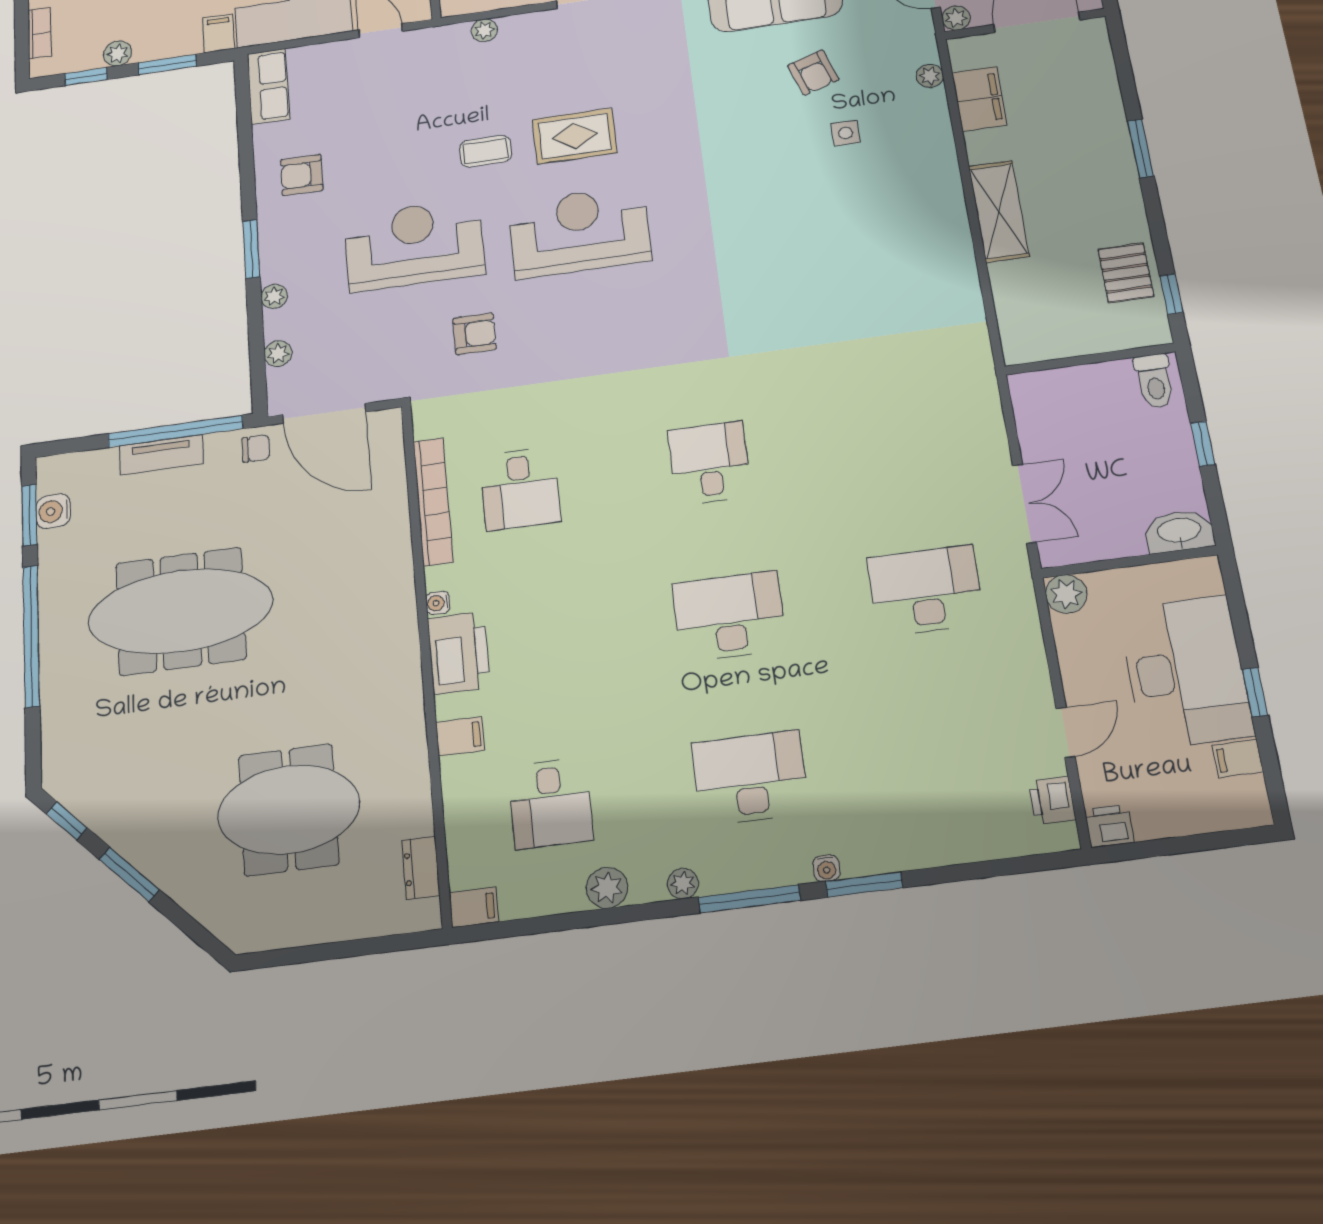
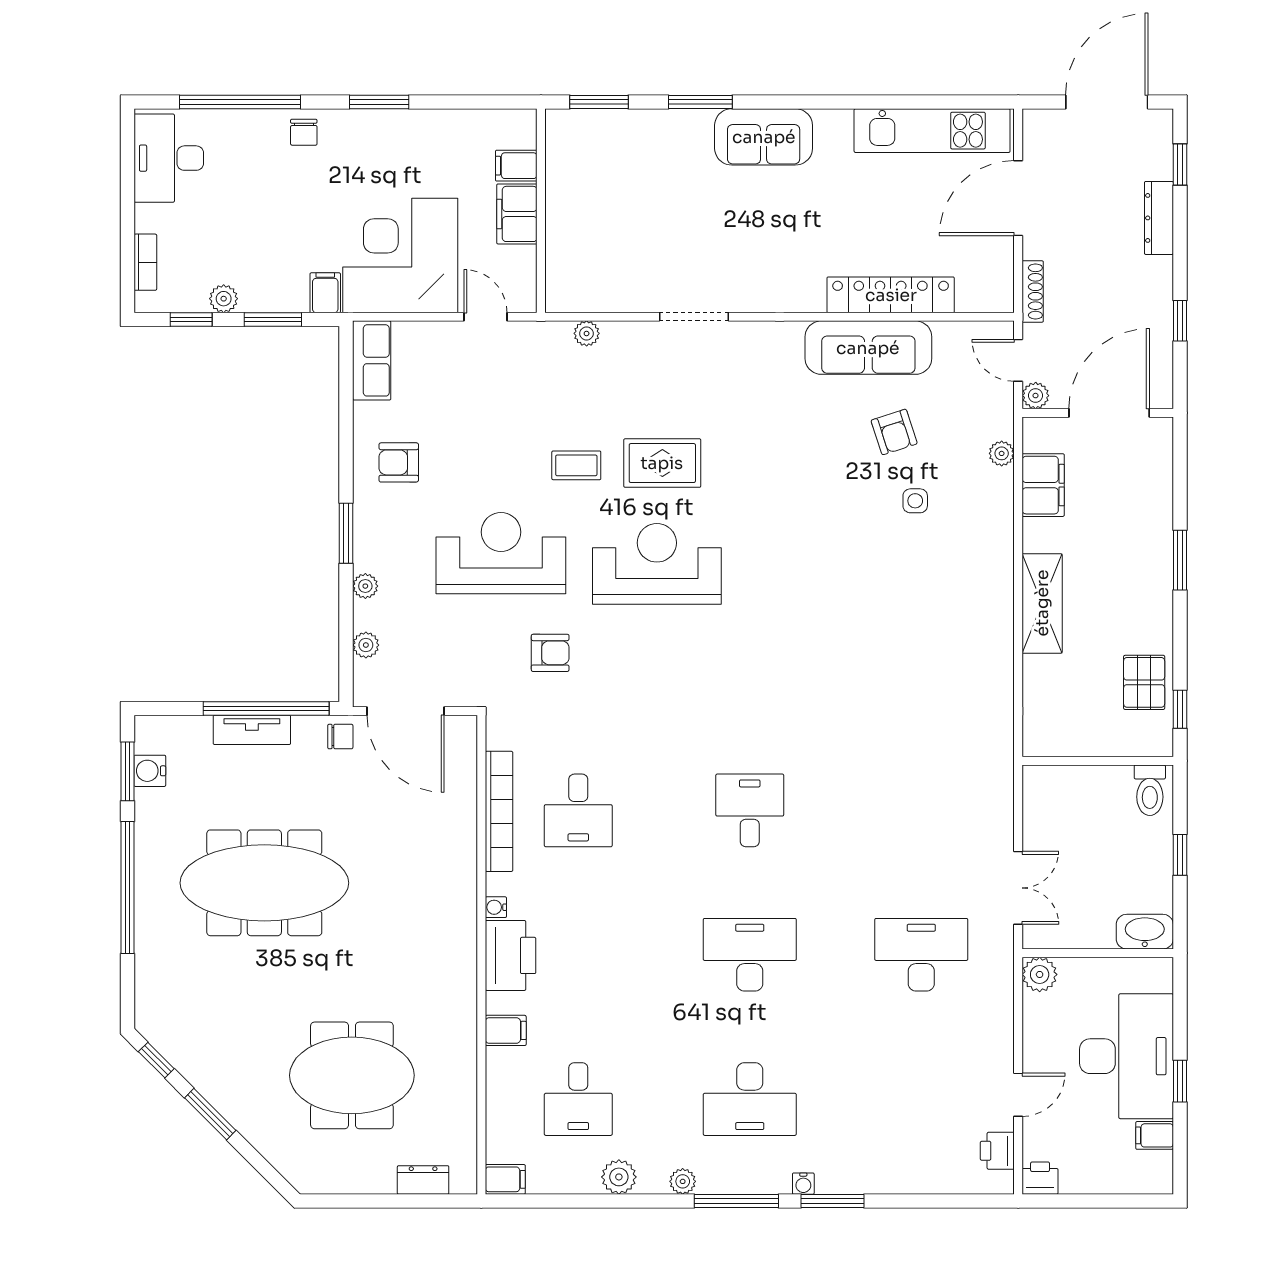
desk: (750, 778) -> (750, 1099), turned 180
dresser: (421, 868) -> (423, 1180), moved, turned 90

